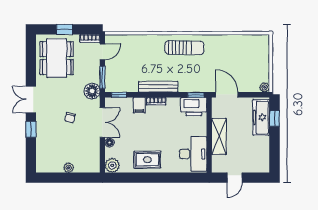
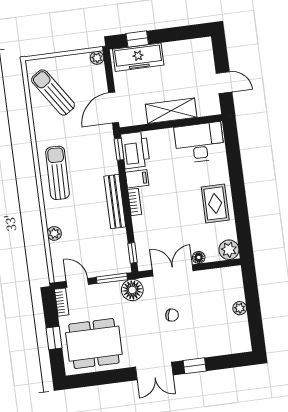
plant: (141, 40) -> (54, 233), added
sun lounger: (243, 52) -> (53, 92), added
filing cabinet: (139, 105) -> (137, 179), moved

